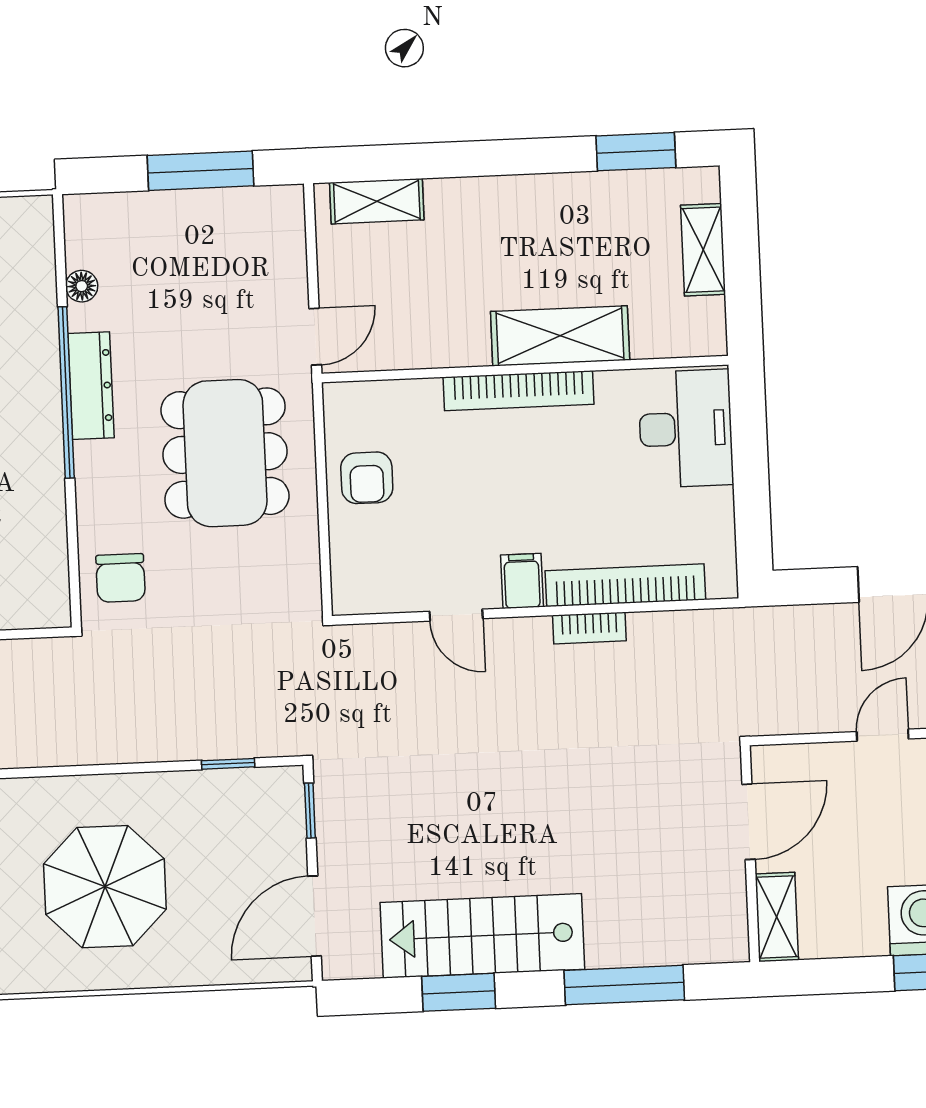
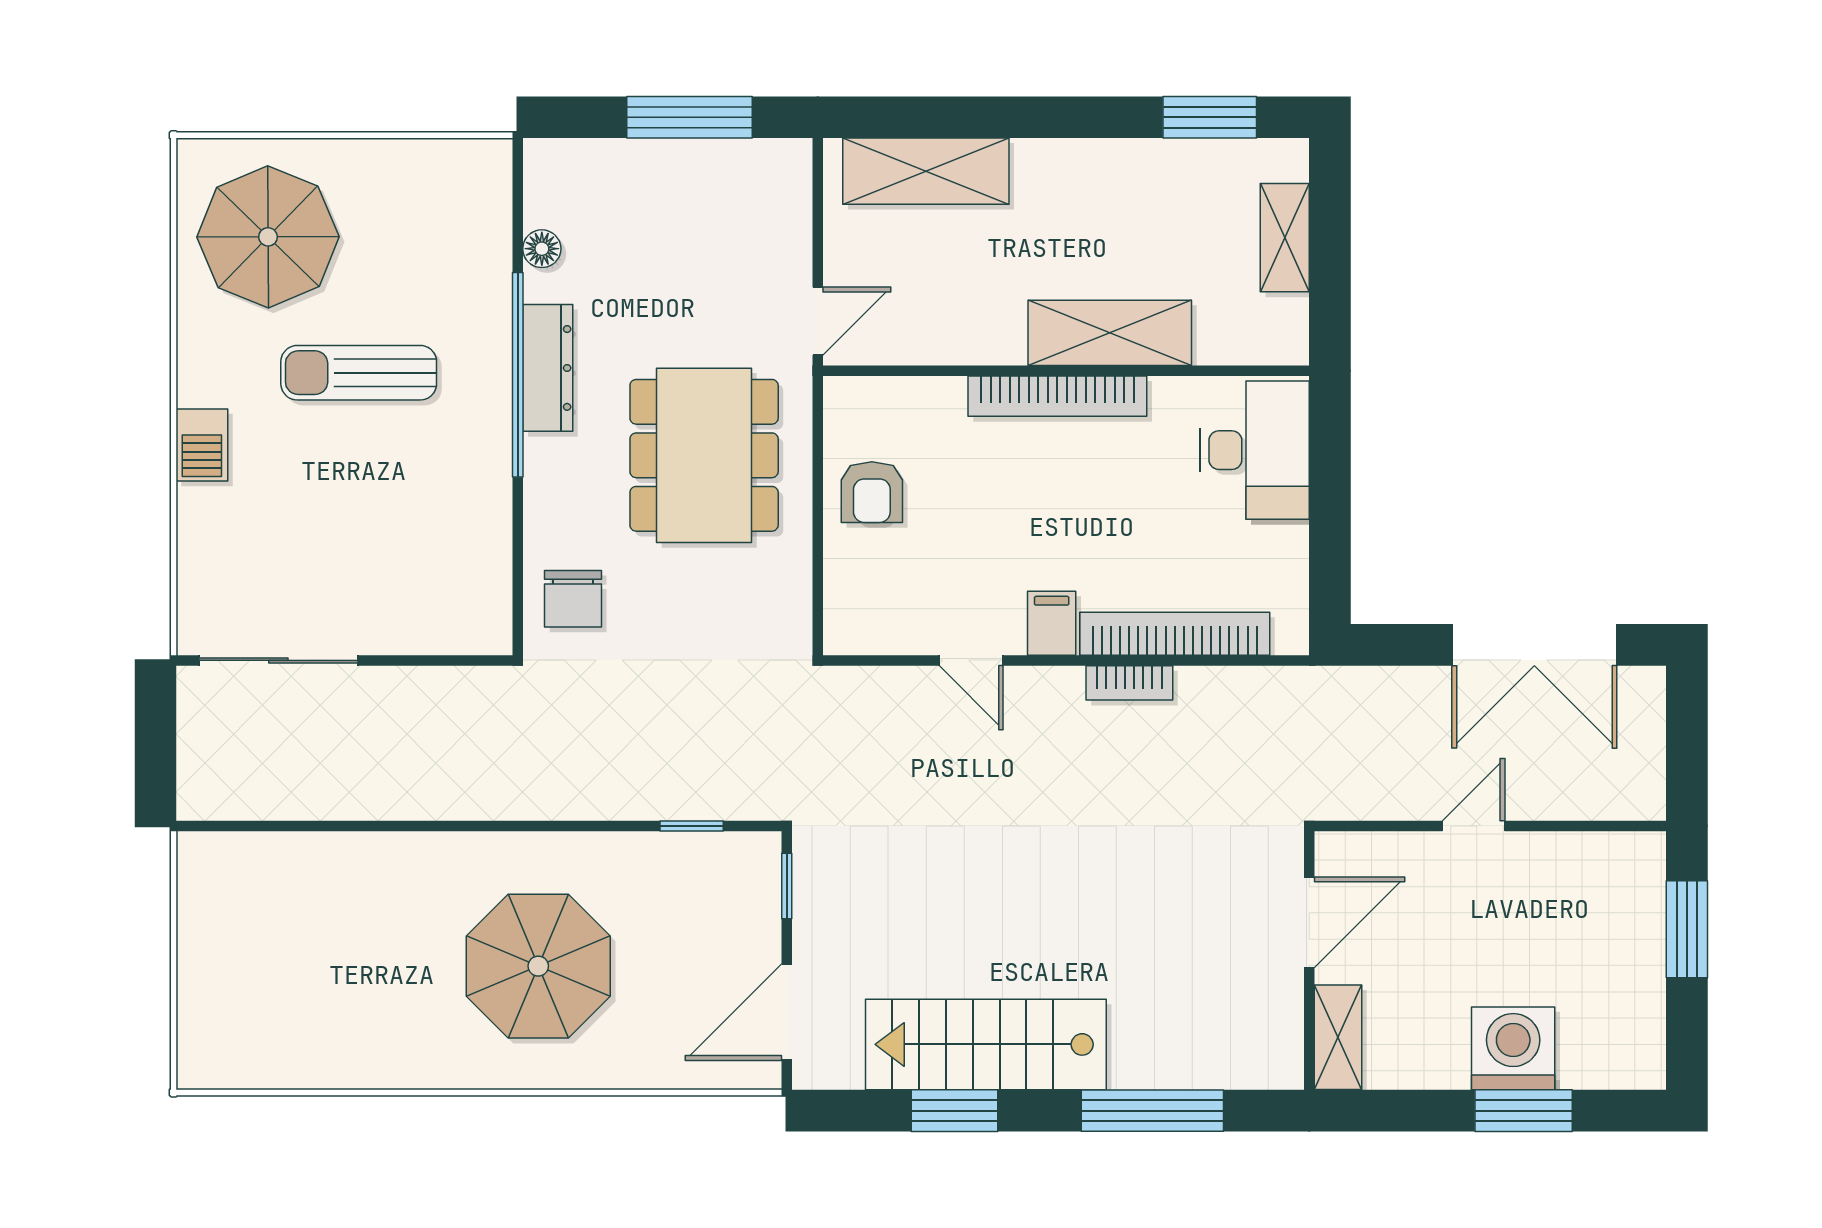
shelving: (377, 201) -> (926, 171), width x1.50, depth x1.33

